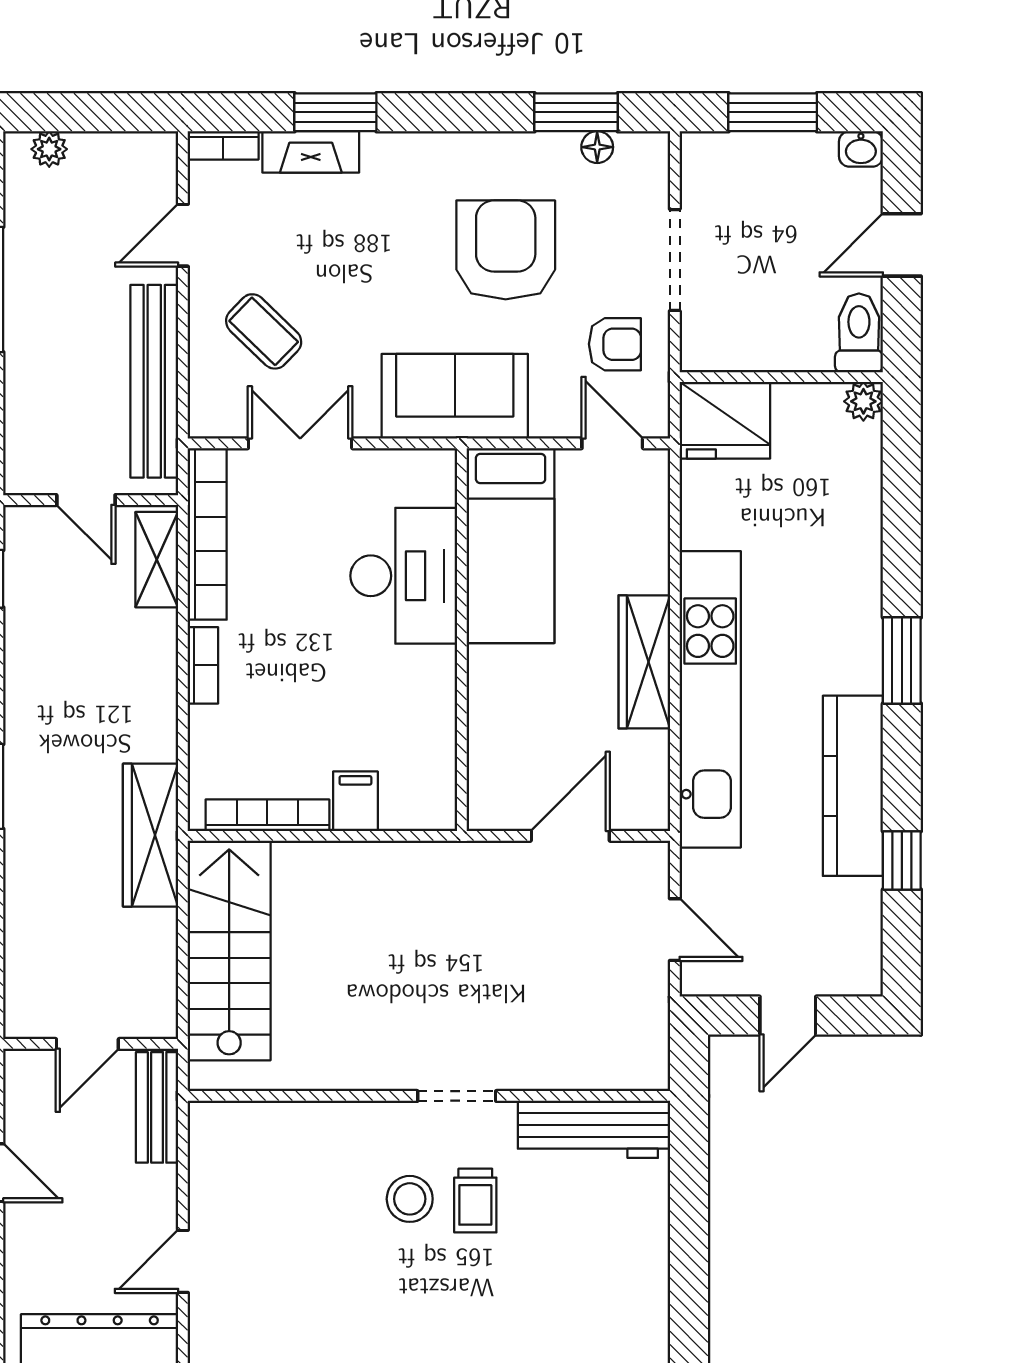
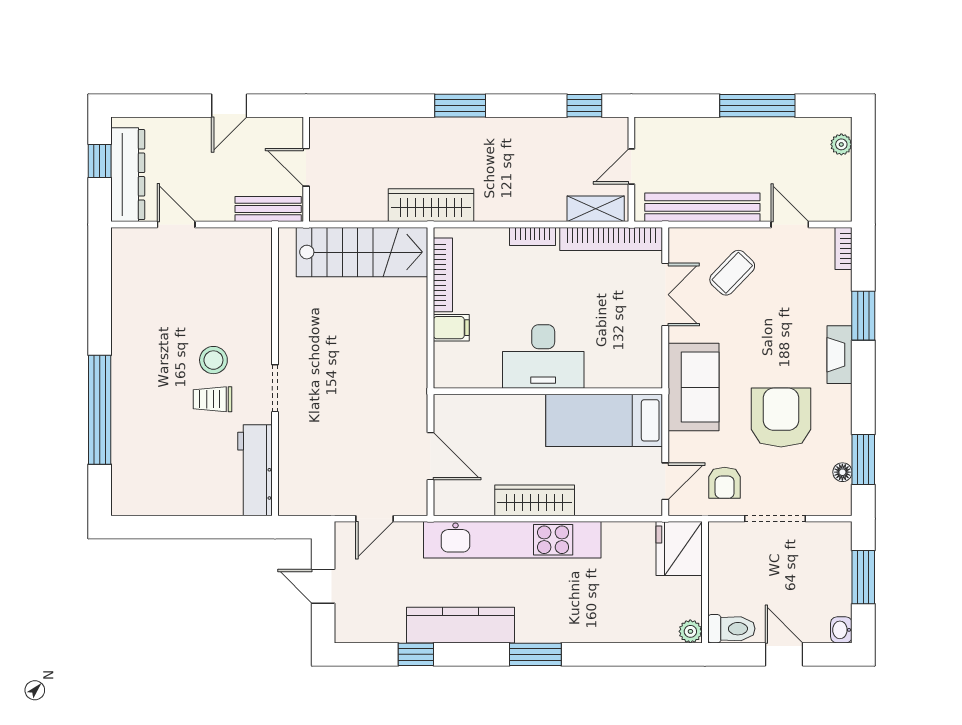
fireplace: (311, 152) -> (840, 355), moved
armchair: (506, 250) -> (781, 417), turned -90
desk: (404, 576) -> (543, 357), moved

